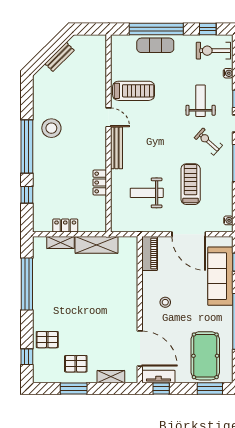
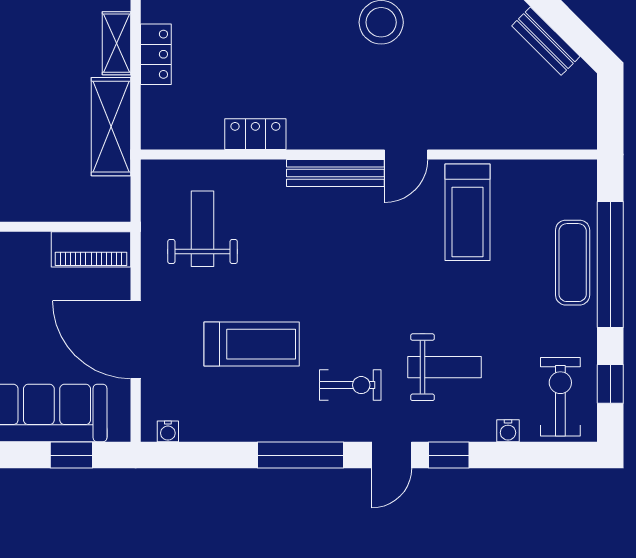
exercise bike: (208, 141) -> (350, 385), turned 48
weight bench: (147, 193) -> (203, 229), moved
door: (189, 234) -> (136, 340), hinge flipped

